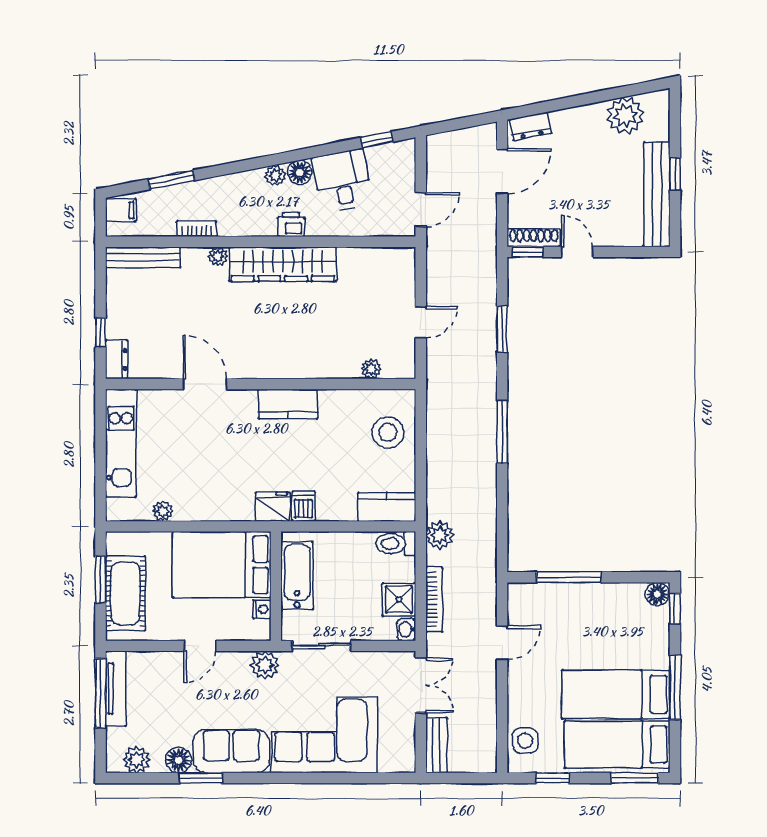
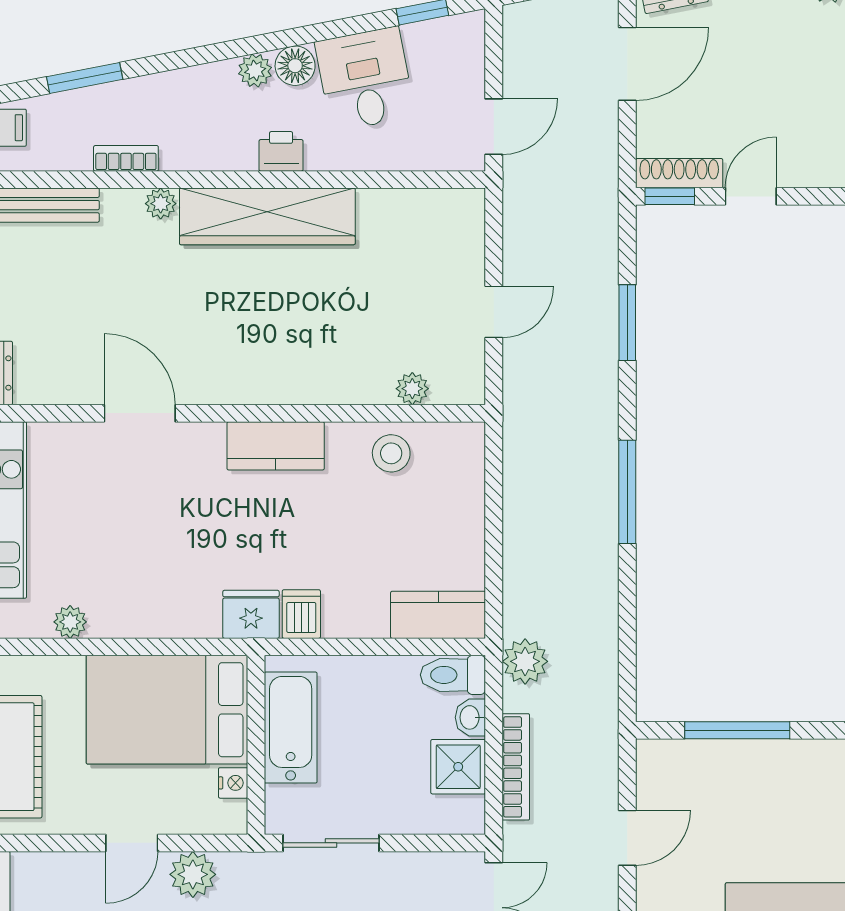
door: (577, 252) -> (751, 196), hinge flipped
stool: (388, 432) -> (391, 453), moved, width x0.73, depth x0.73
washbasin: (407, 629) -> (470, 717), moved
plant: (265, 665) -> (193, 874), moved

